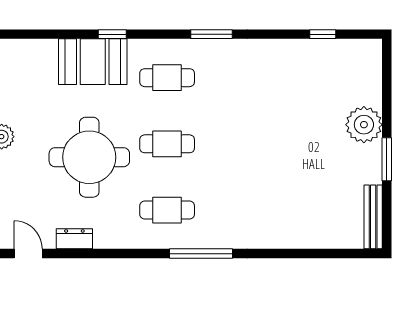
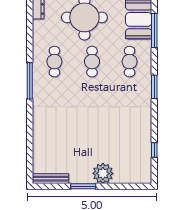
window: (112, 34) -> (154, 30), width x2.17

